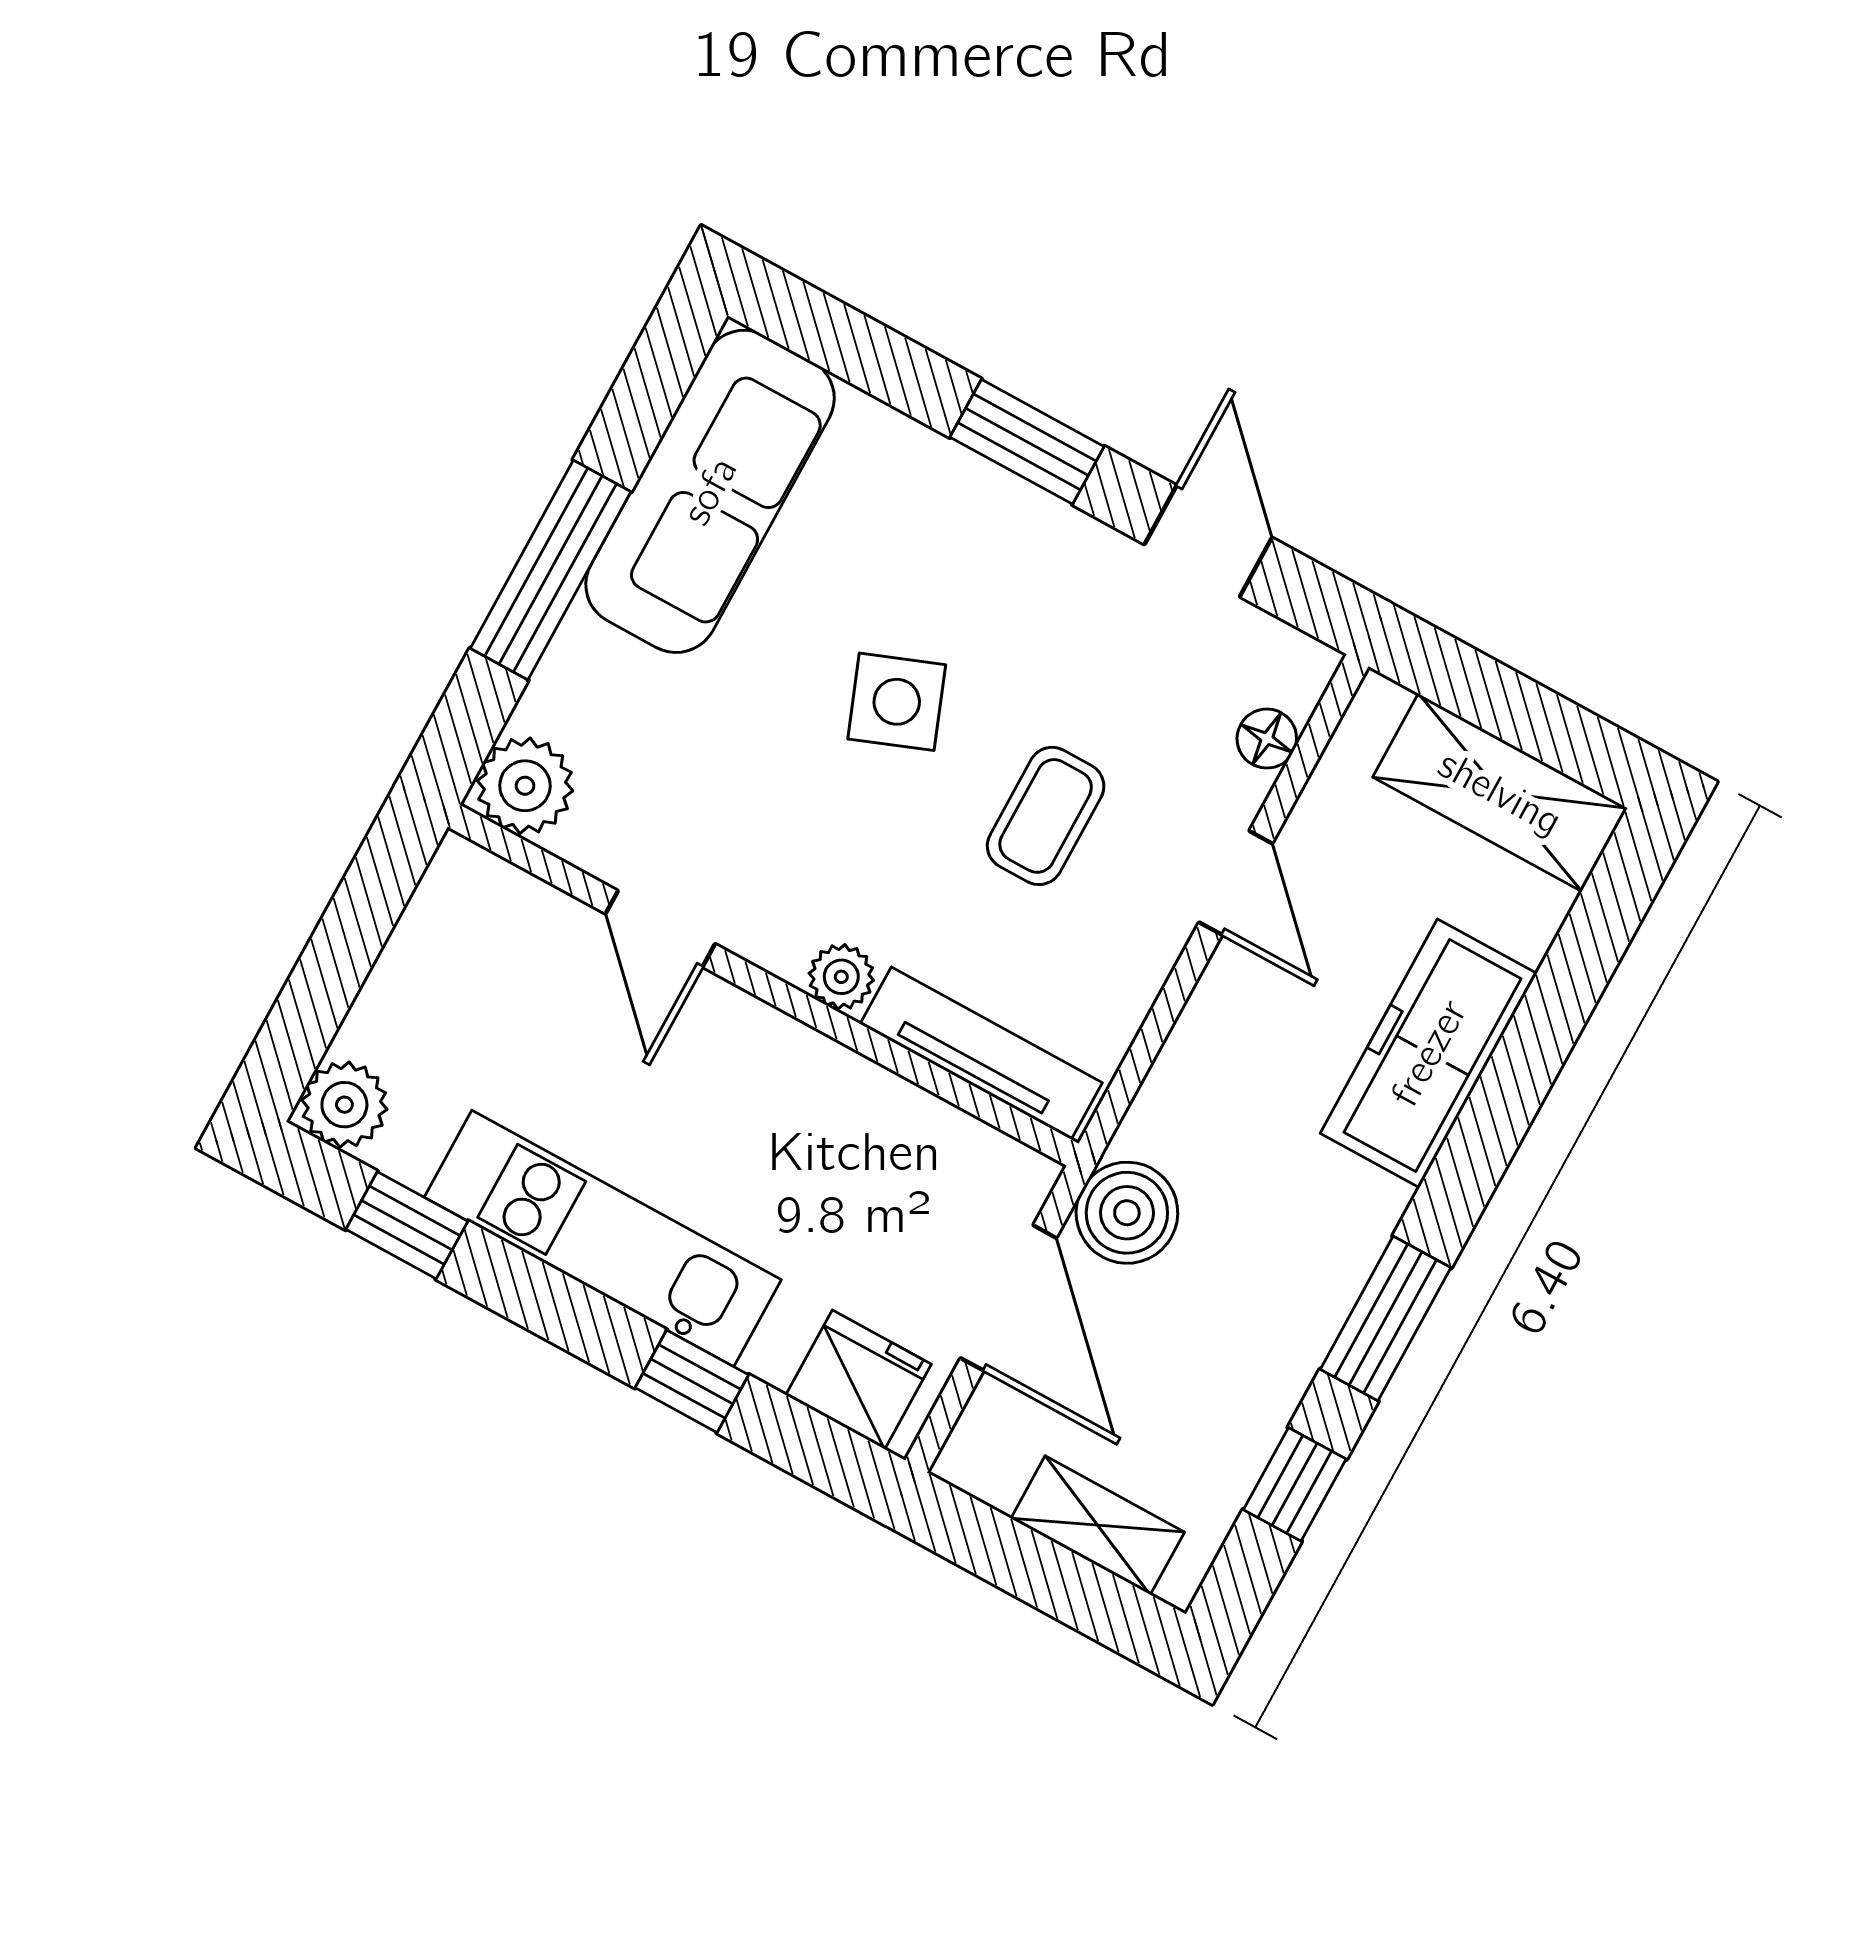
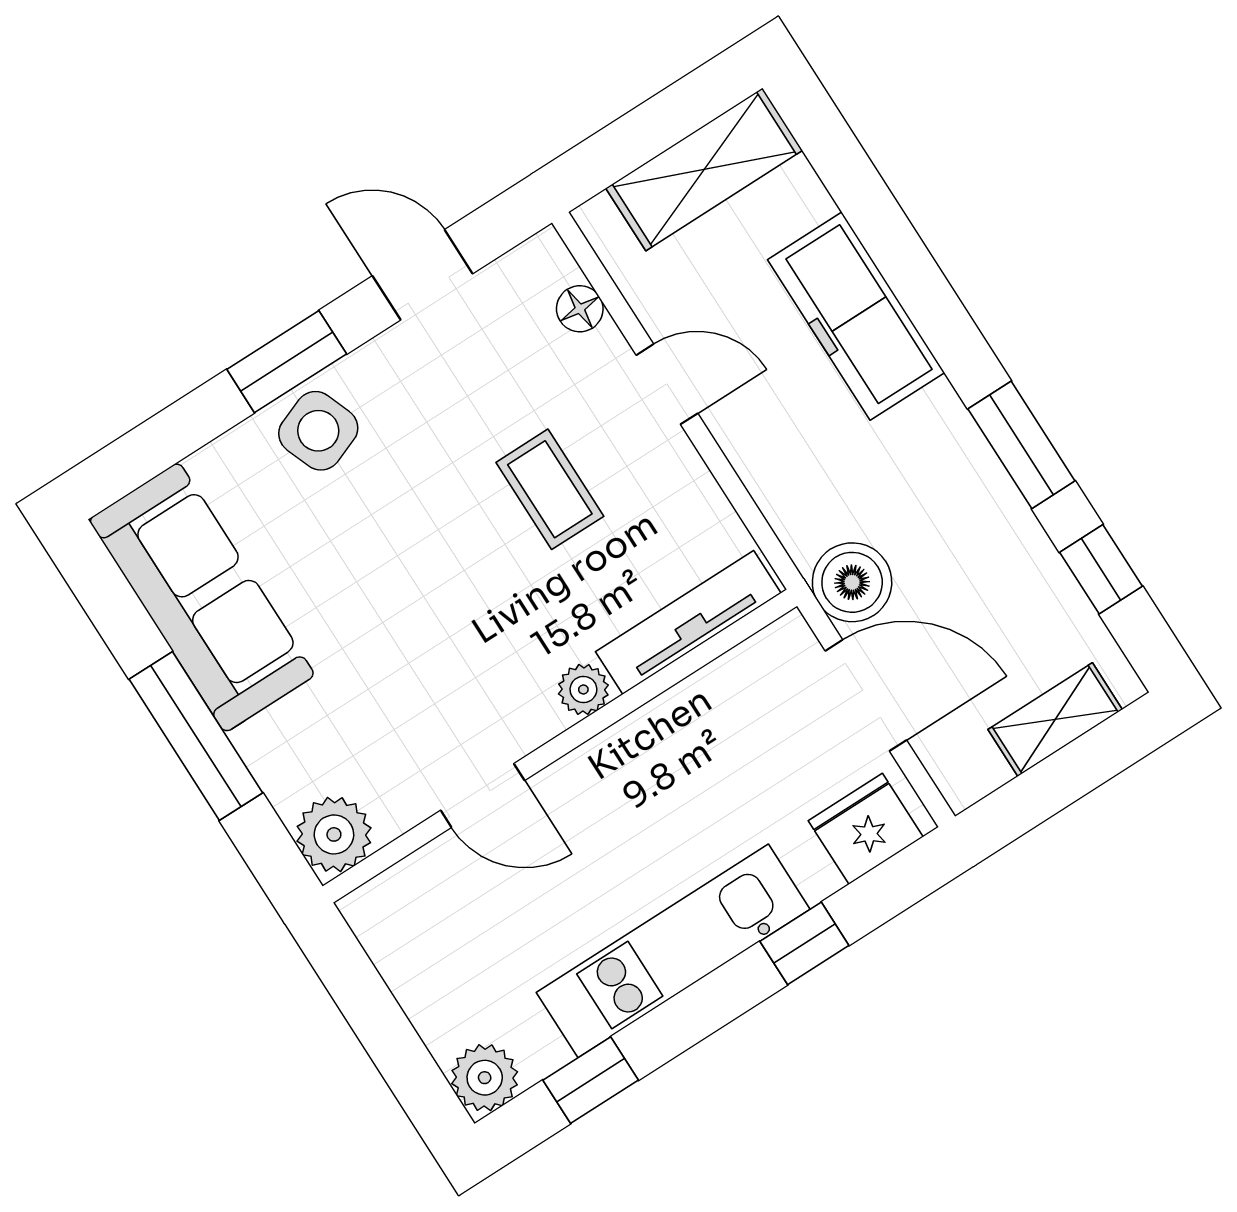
side table: (897, 702) -> (318, 431), moved

